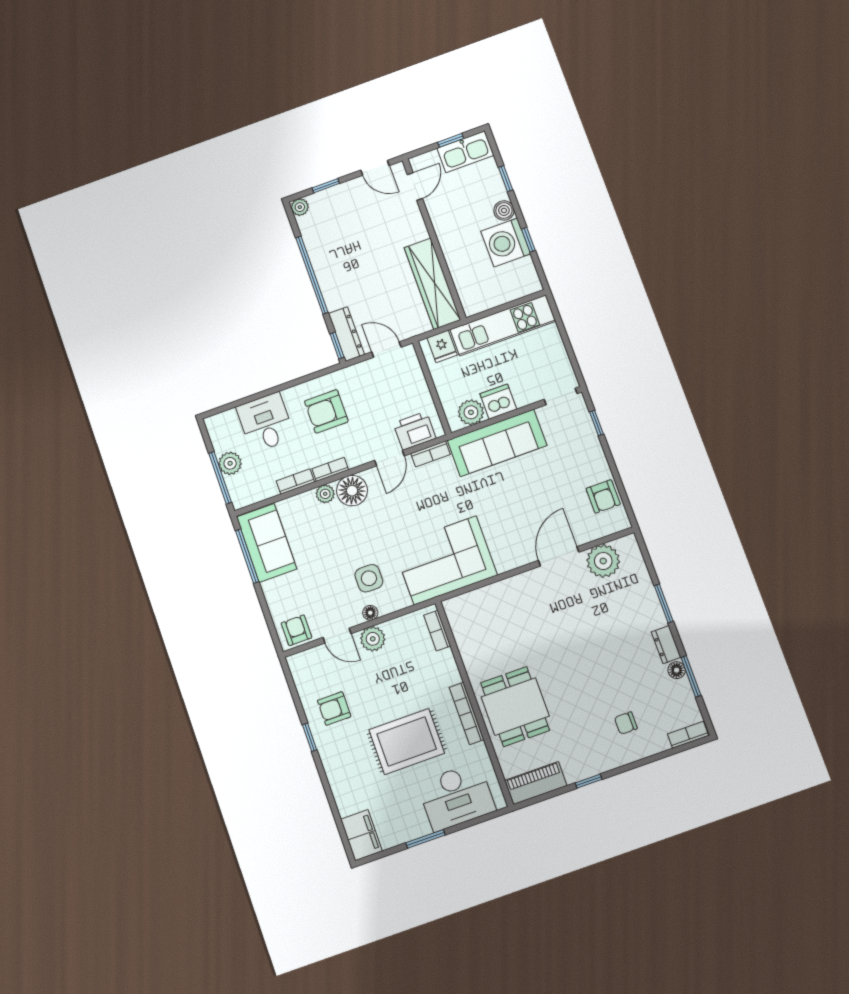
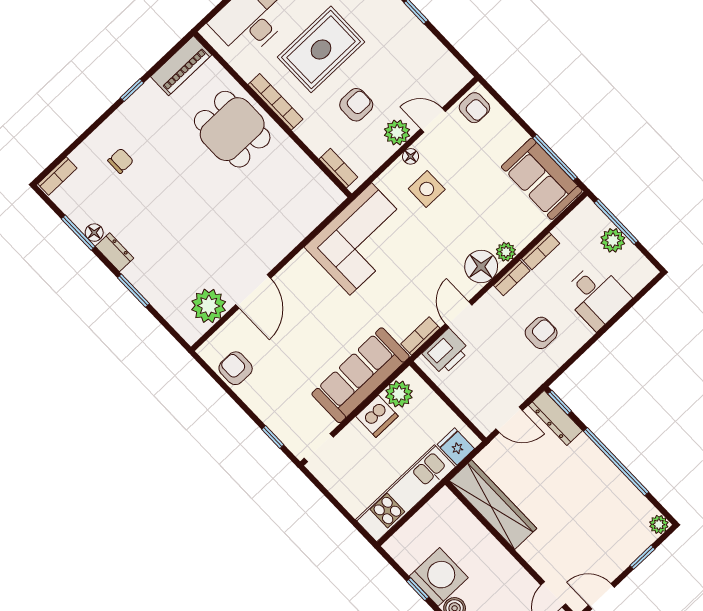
armchair: (326, 411) -> (541, 333), width x0.72, depth x0.72
armchair: (334, 708) -> (356, 105), moved

